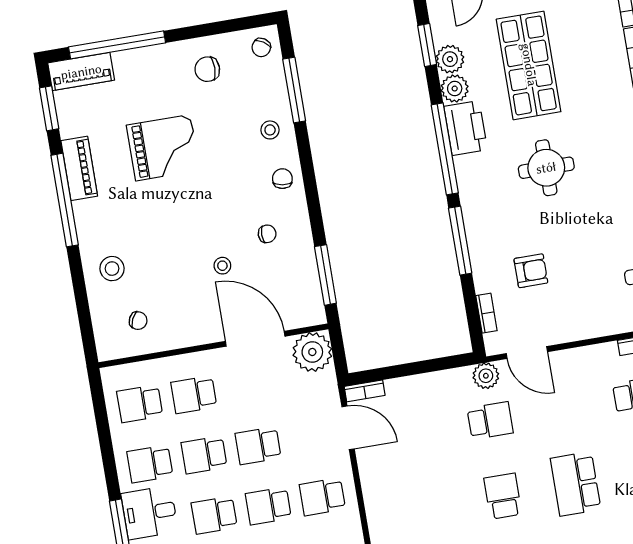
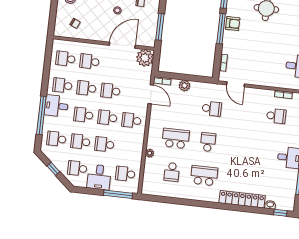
armchair: (531, 271) -> (233, 24), moved
door: (255, 339) -> (122, 45), hinge flipped
plant: (486, 376) -> (184, 86), moved
school desk: (576, 484) -> (176, 138), moved, turned 90

